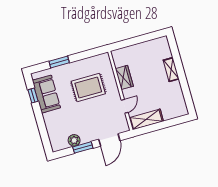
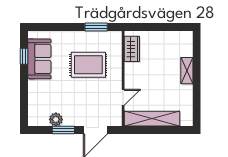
window: (59, 62) -> (96, 27), moved
wardrobe: (124, 77) -> (132, 49), moved
shelving: (146, 119) -> (152, 119), width x1.47

